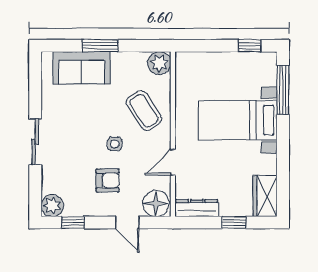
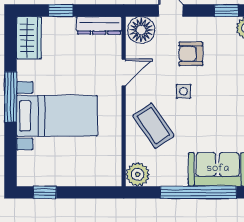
window: (100, 46) -> (198, 192), width x2.11
window: (283, 90) -> (11, 97), moved

